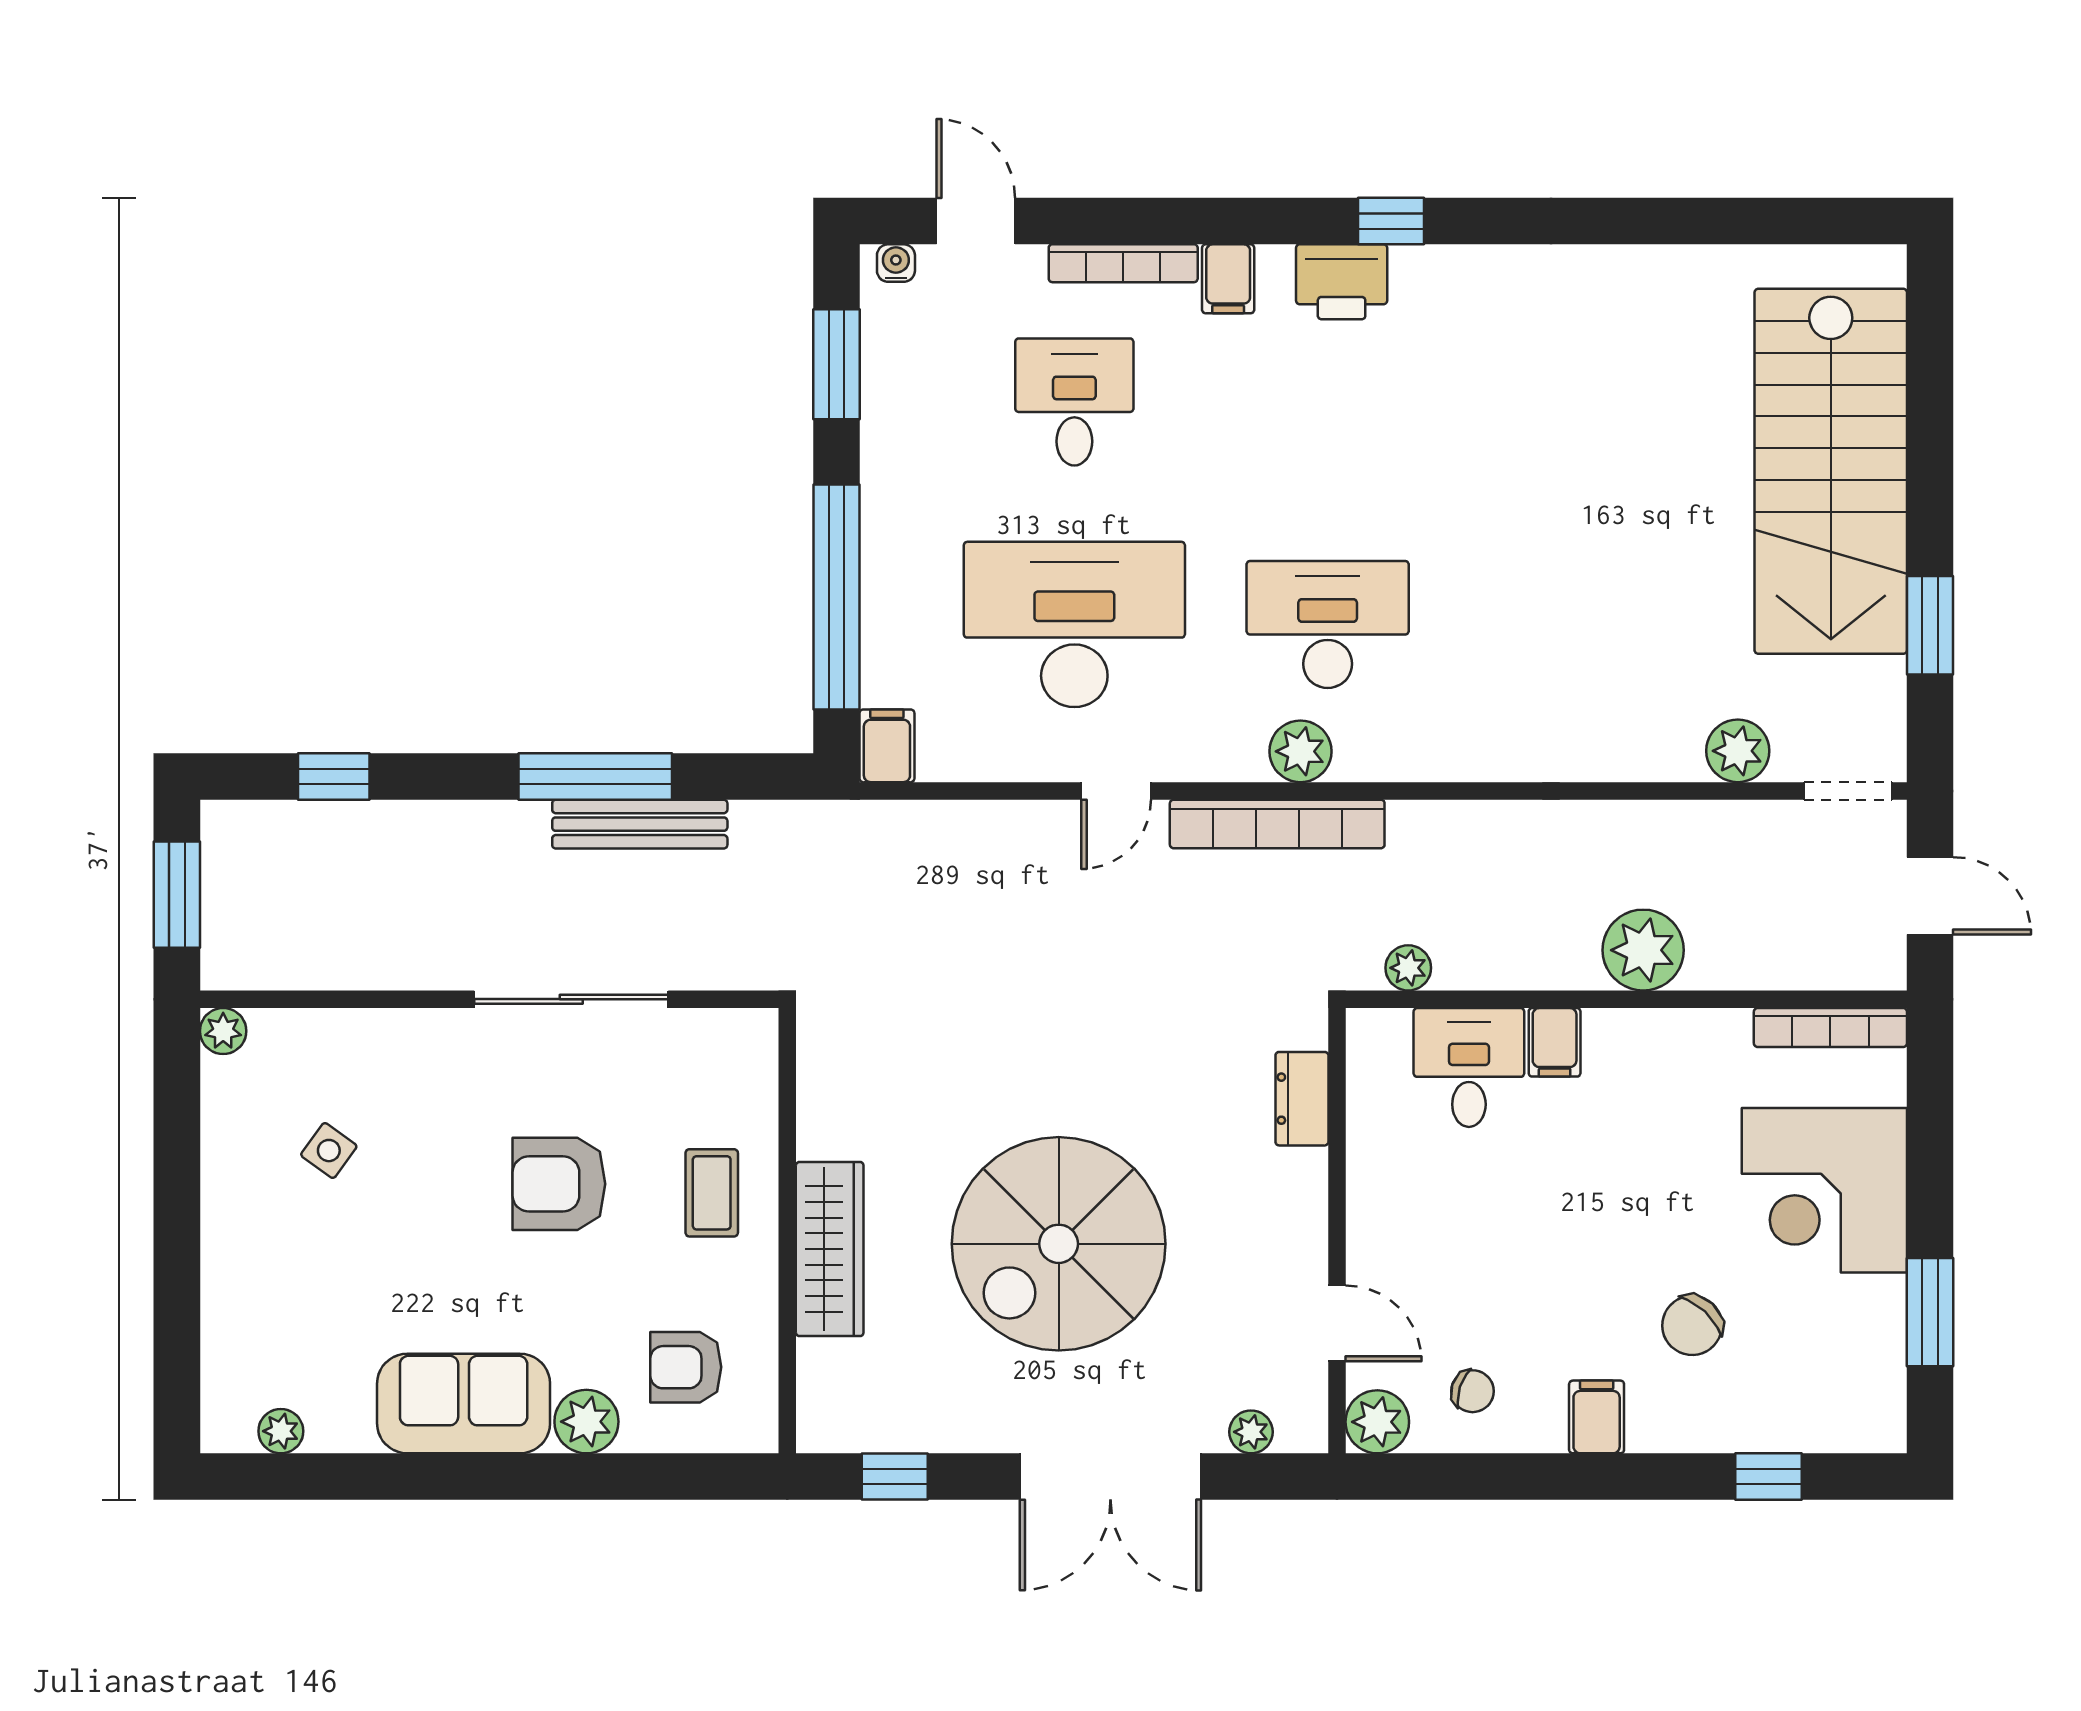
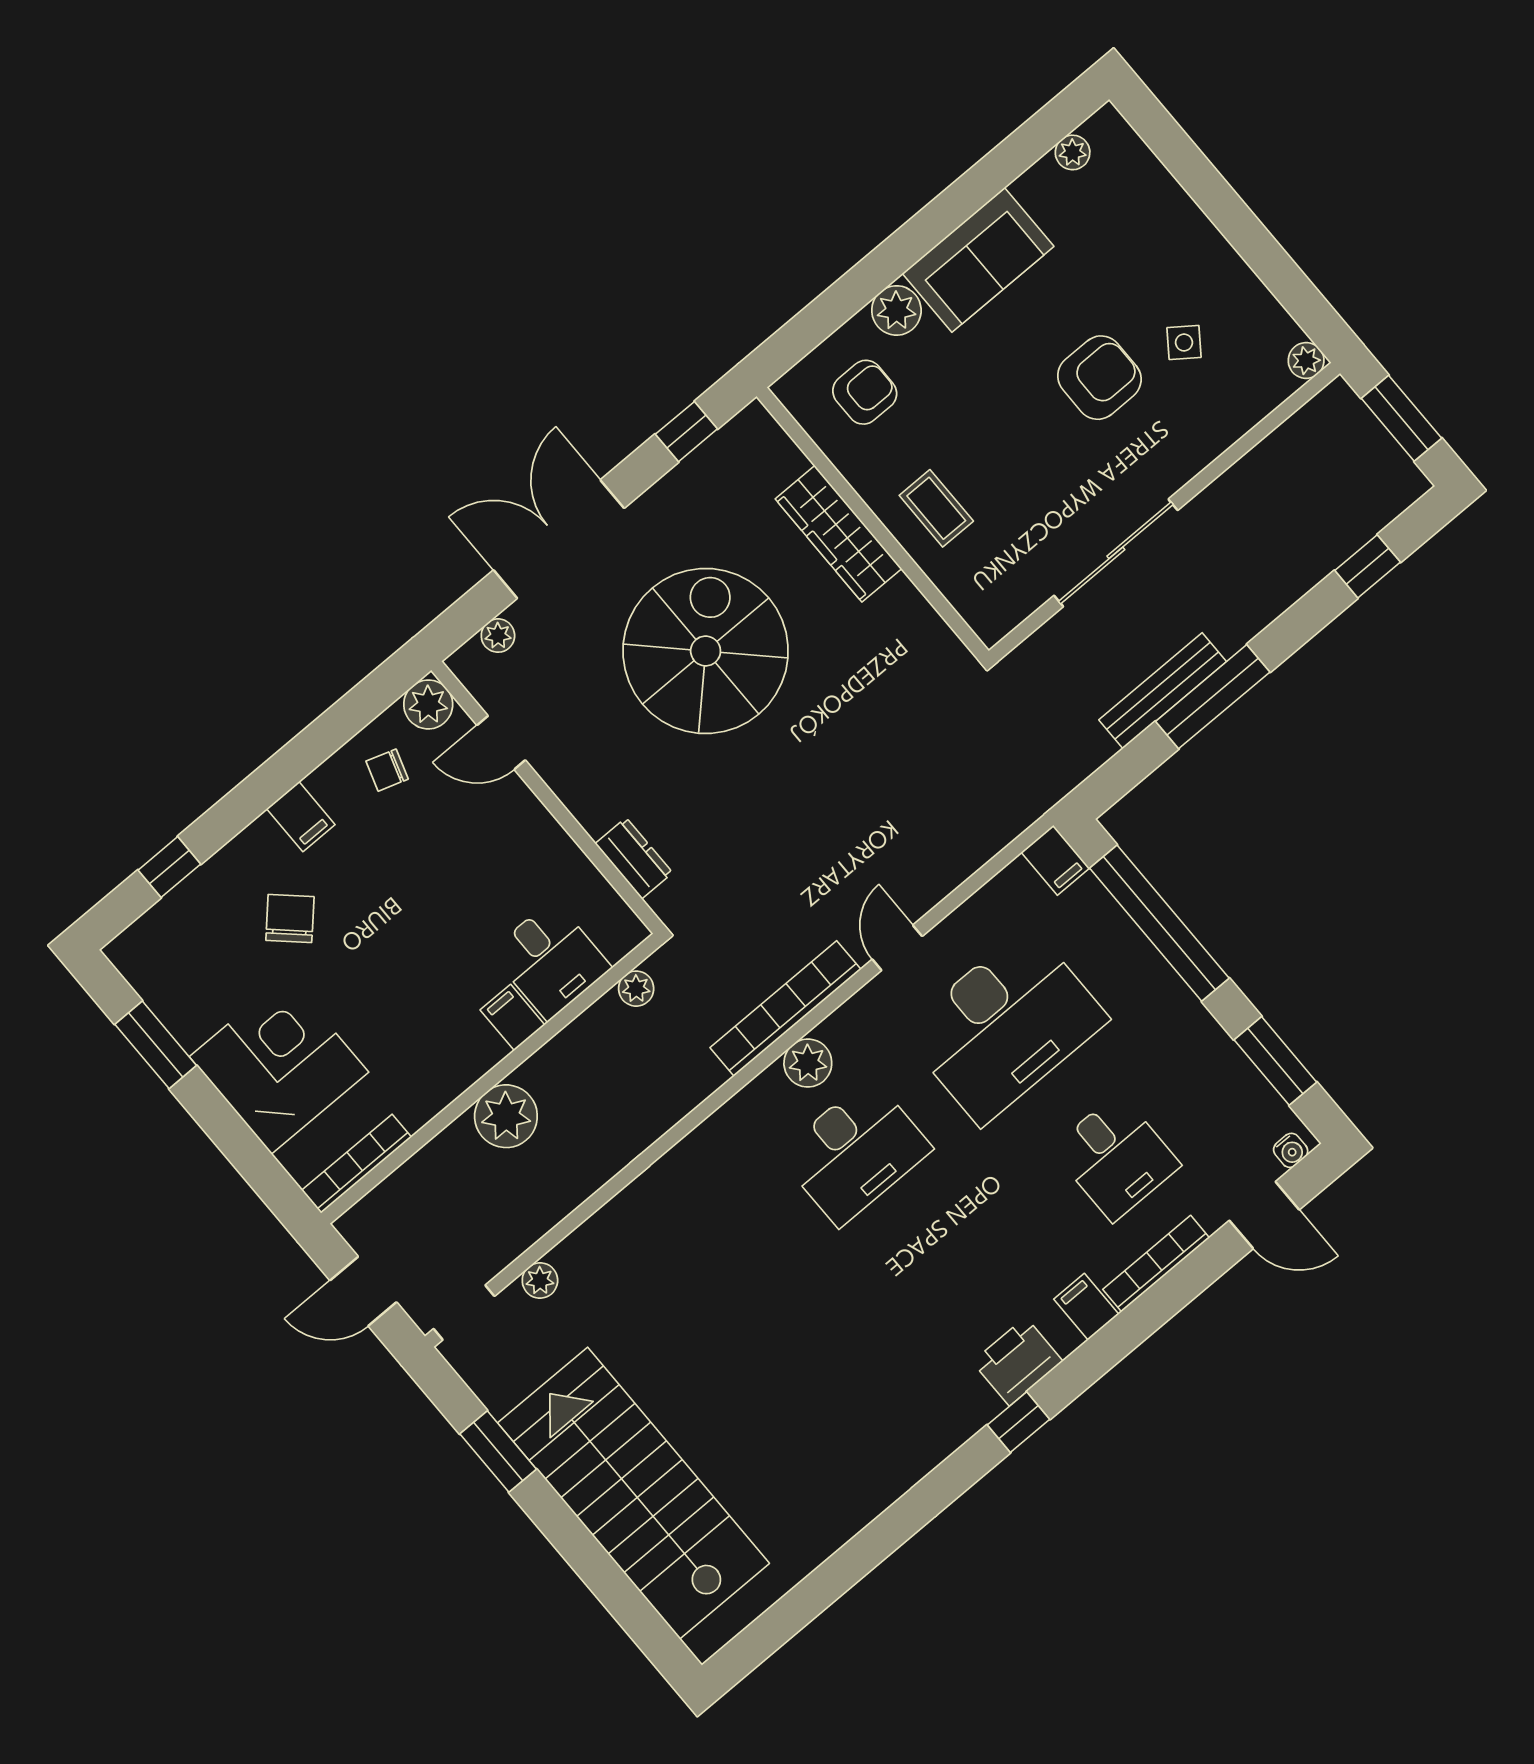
plant: (1738, 751) -> (540, 1280), width x0.73, depth x0.73
armchair: (559, 1184) -> (1099, 378), moved

